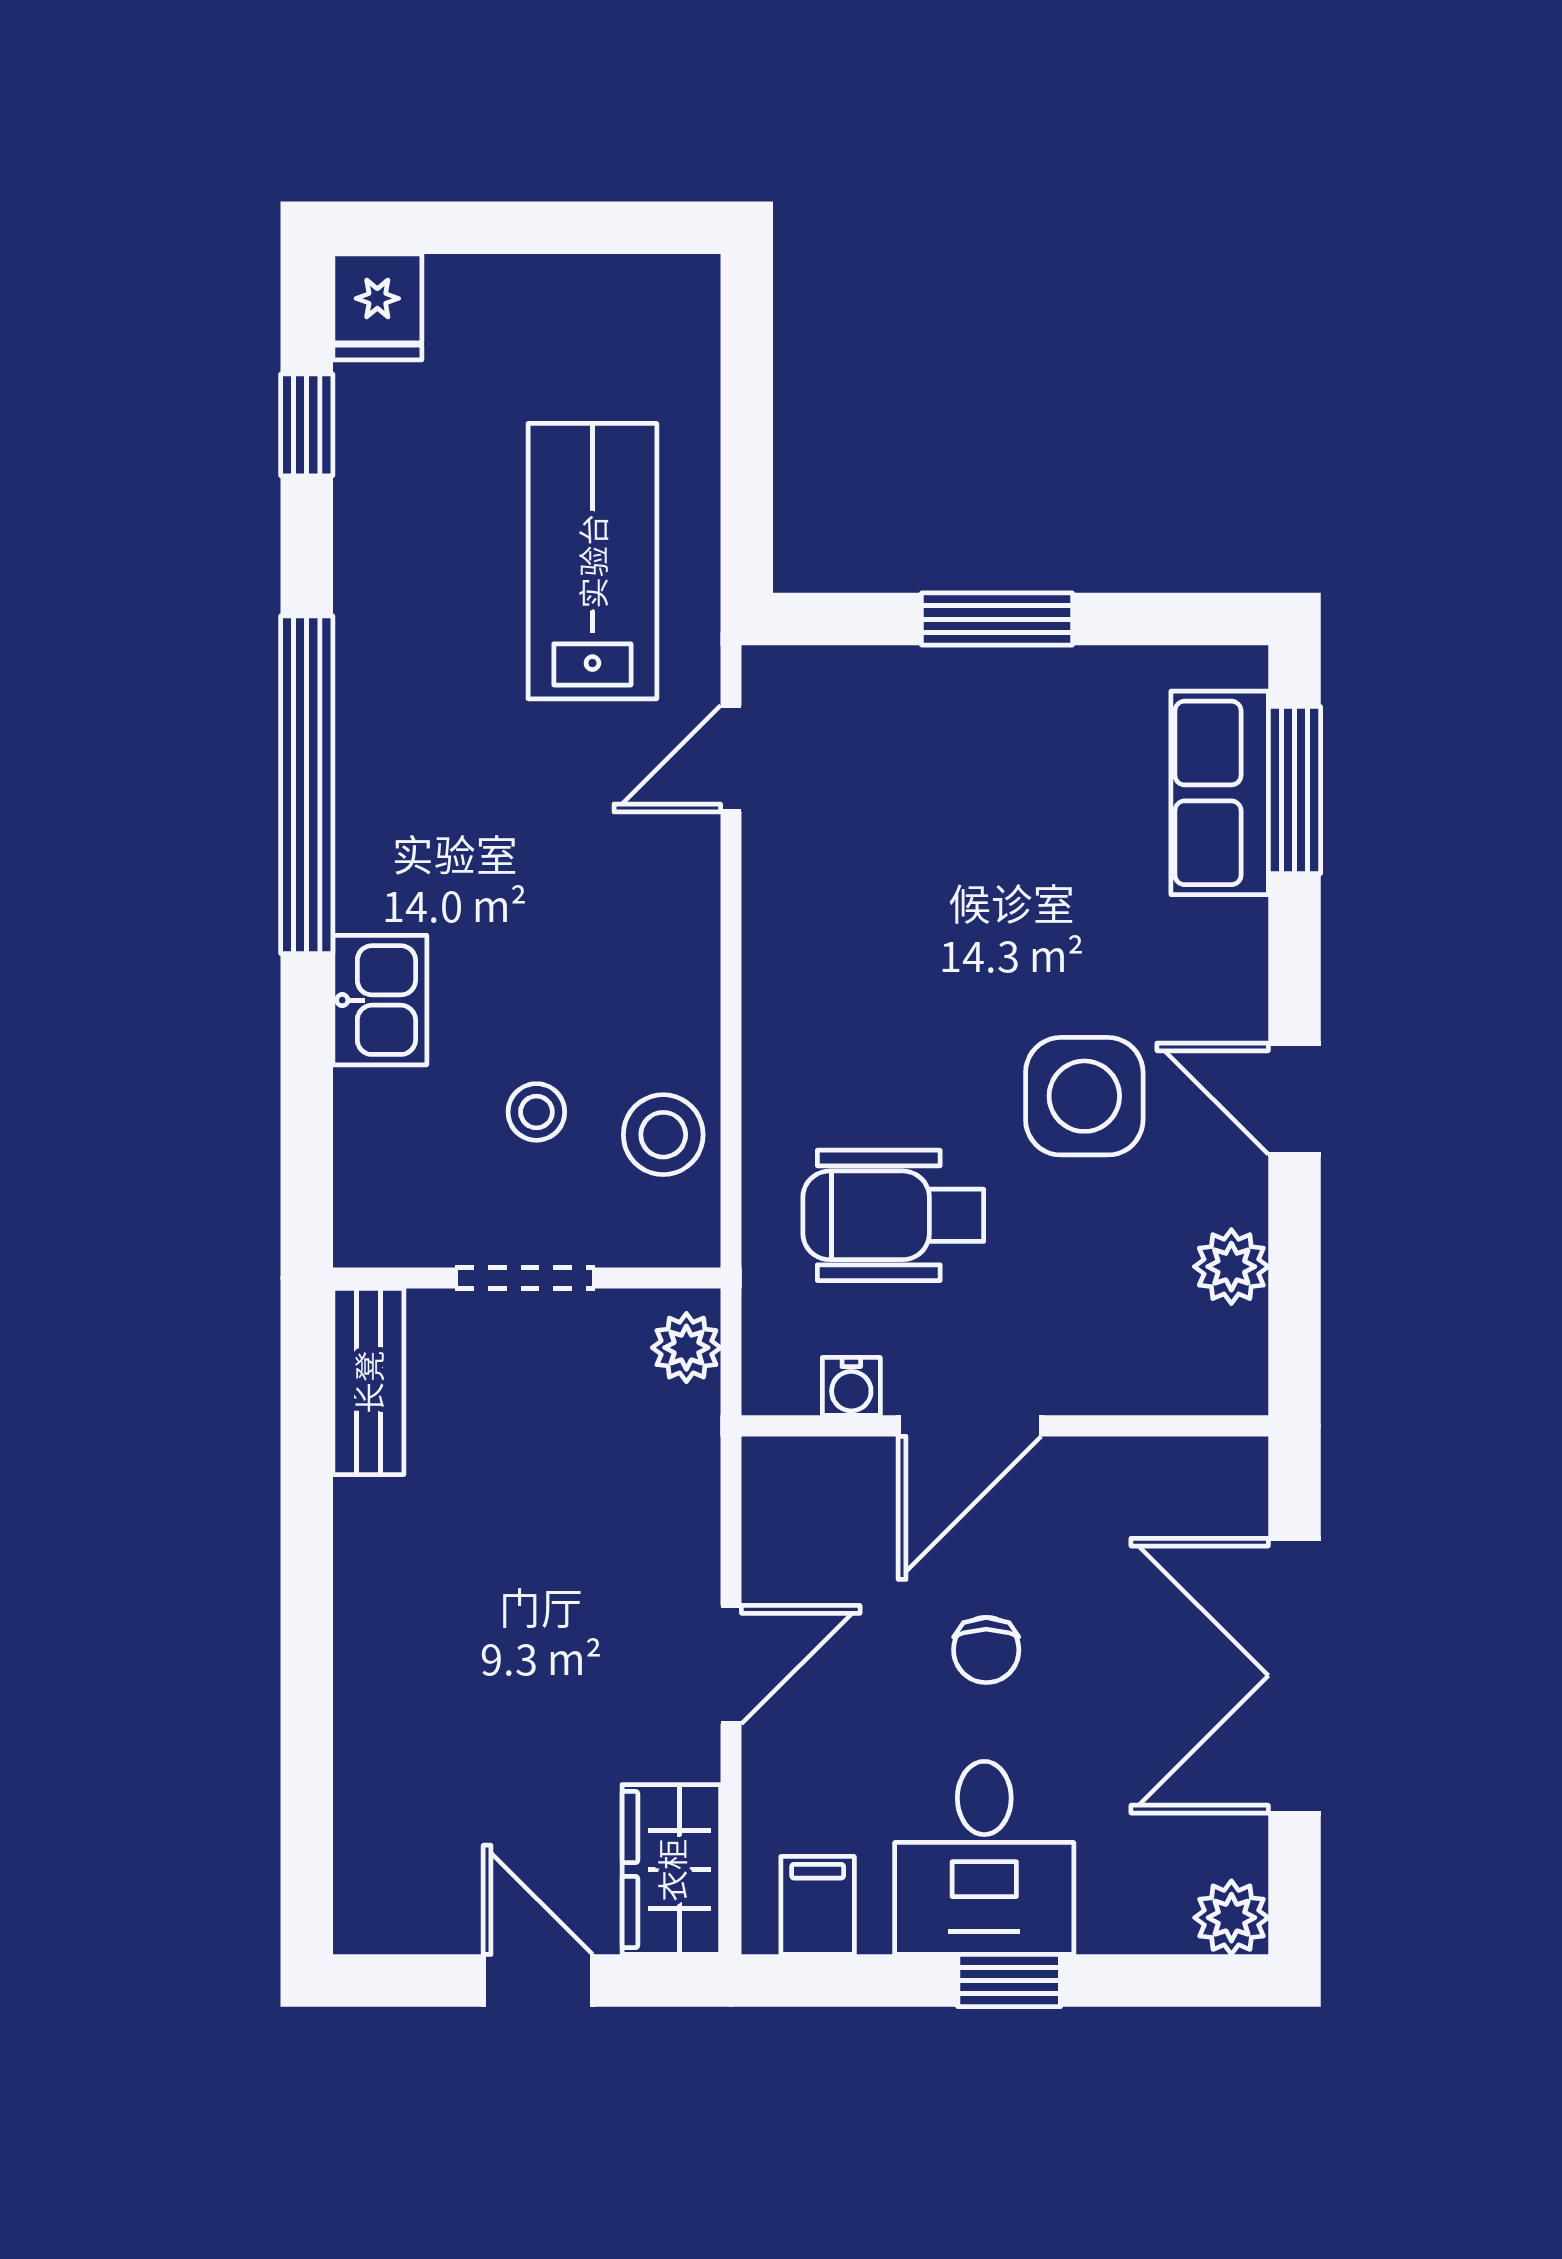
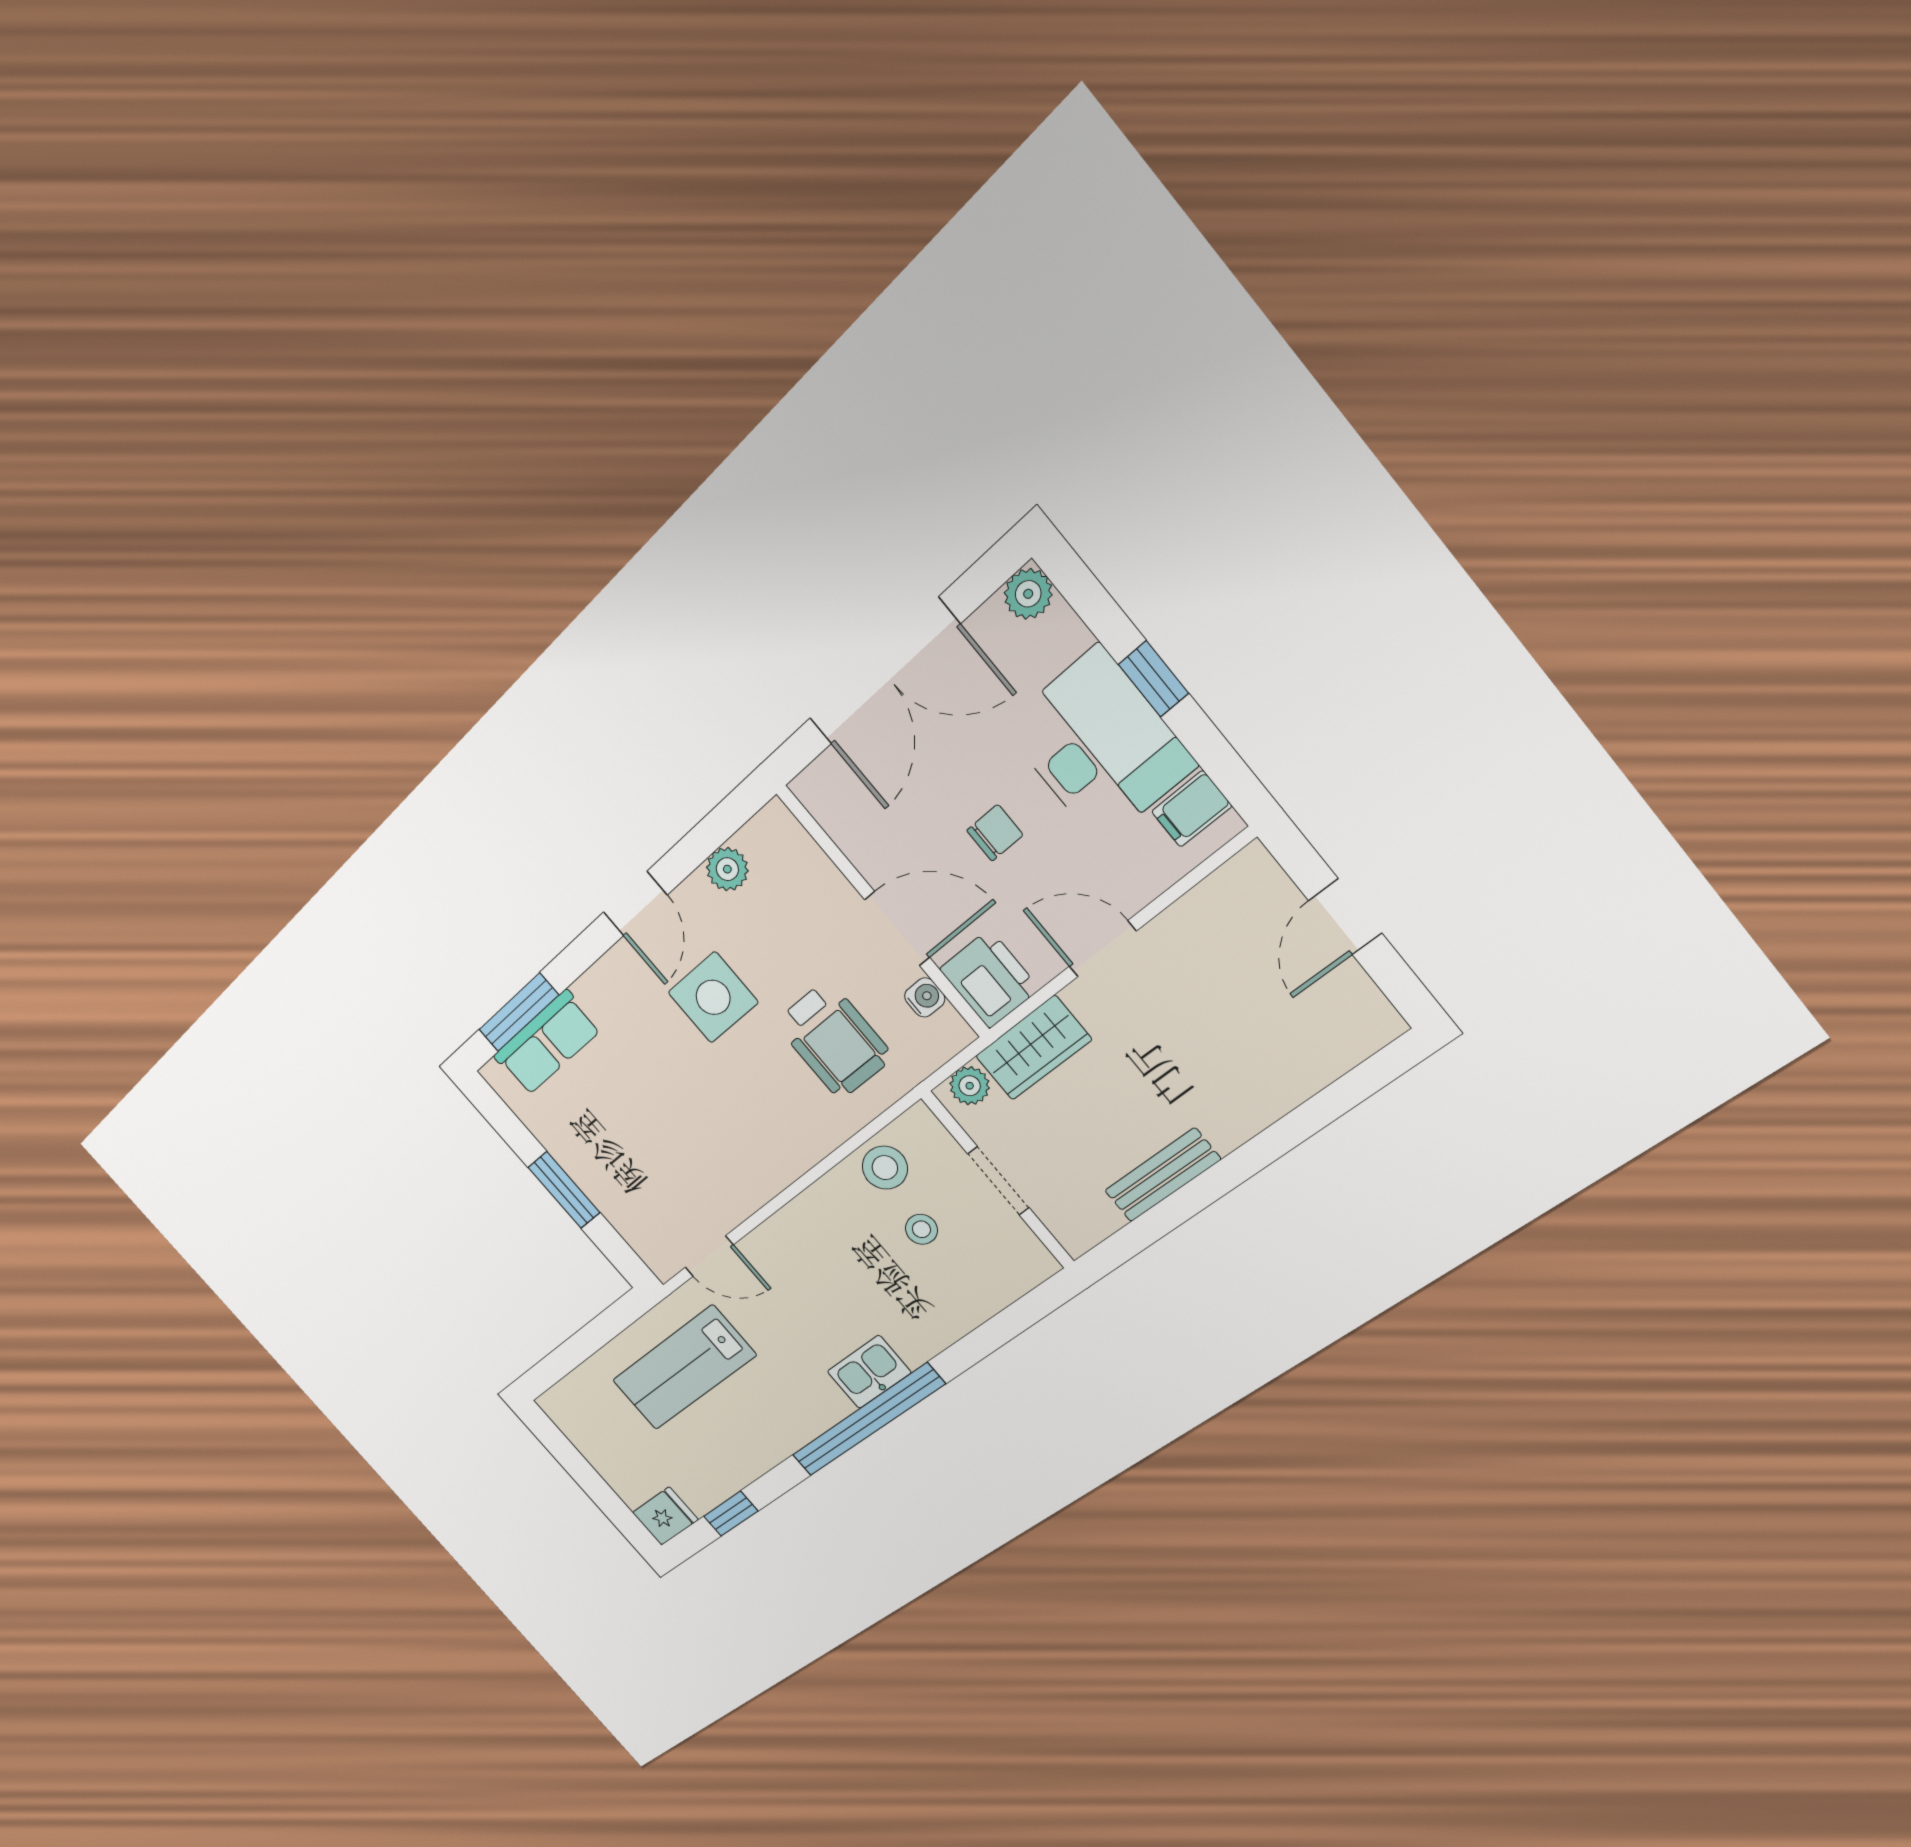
kitchen sink: (380, 1000) -> (869, 1372), moved
bench: (368, 1382) -> (1162, 1175), moved
printer: (808, 1491) -> (989, 979), added
desk: (984, 1858) -> (1099, 746), width x1.37
wardrobe: (671, 1870) -> (1033, 1048), moved

